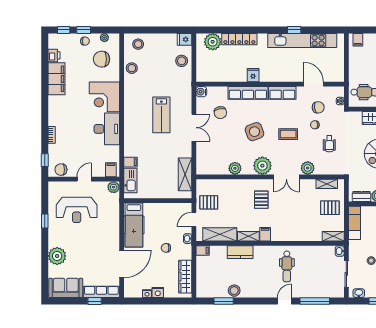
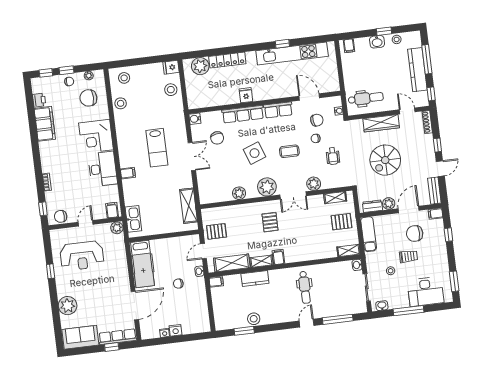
filing cabinet: (131, 162) -> (128, 173), moved
wardrobe: (185, 277) -> (202, 311), removed

